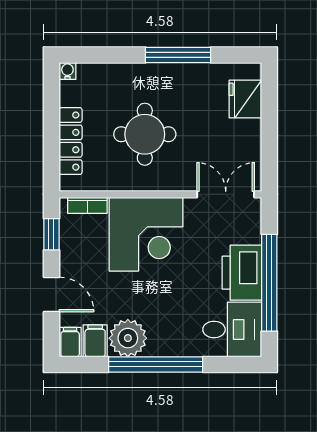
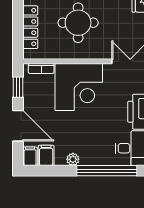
door: (51, 295) -> (18, 126), width x1.38
plant: (128, 338) -> (73, 159), width x0.53, depth x0.53
window: (156, 364) -> (107, 171), moved

